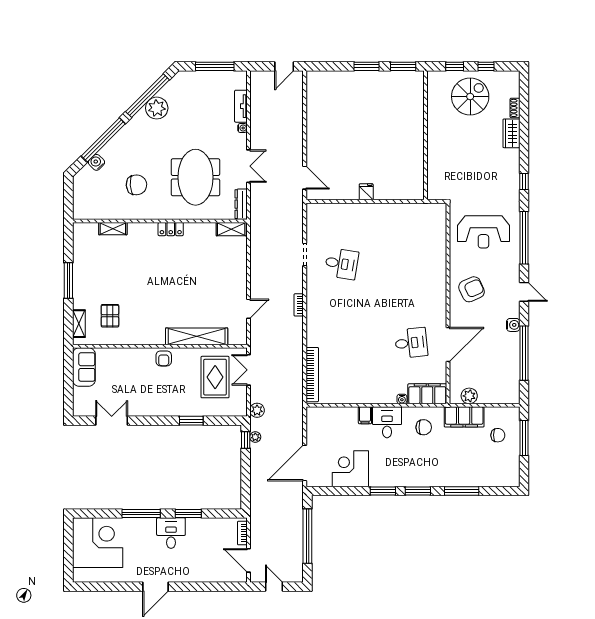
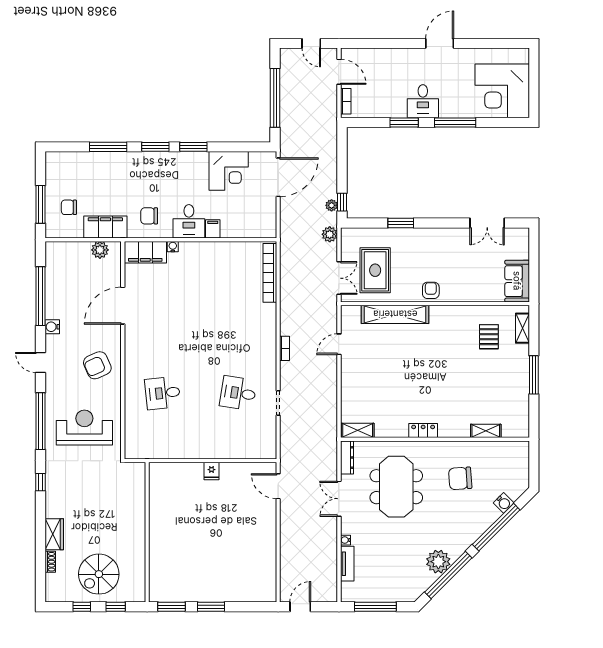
desk: (411, 343) -> (163, 393), moved

